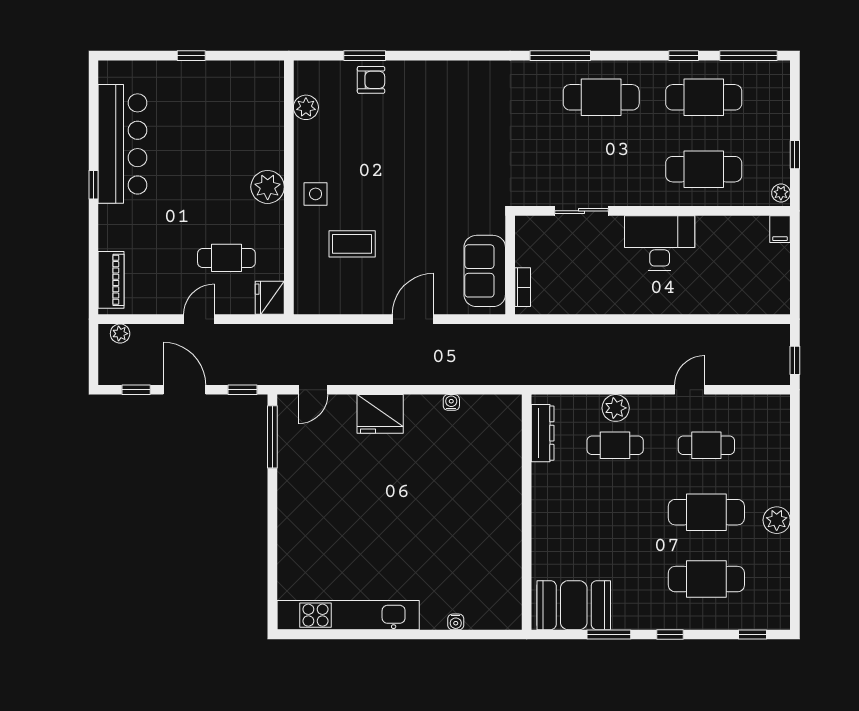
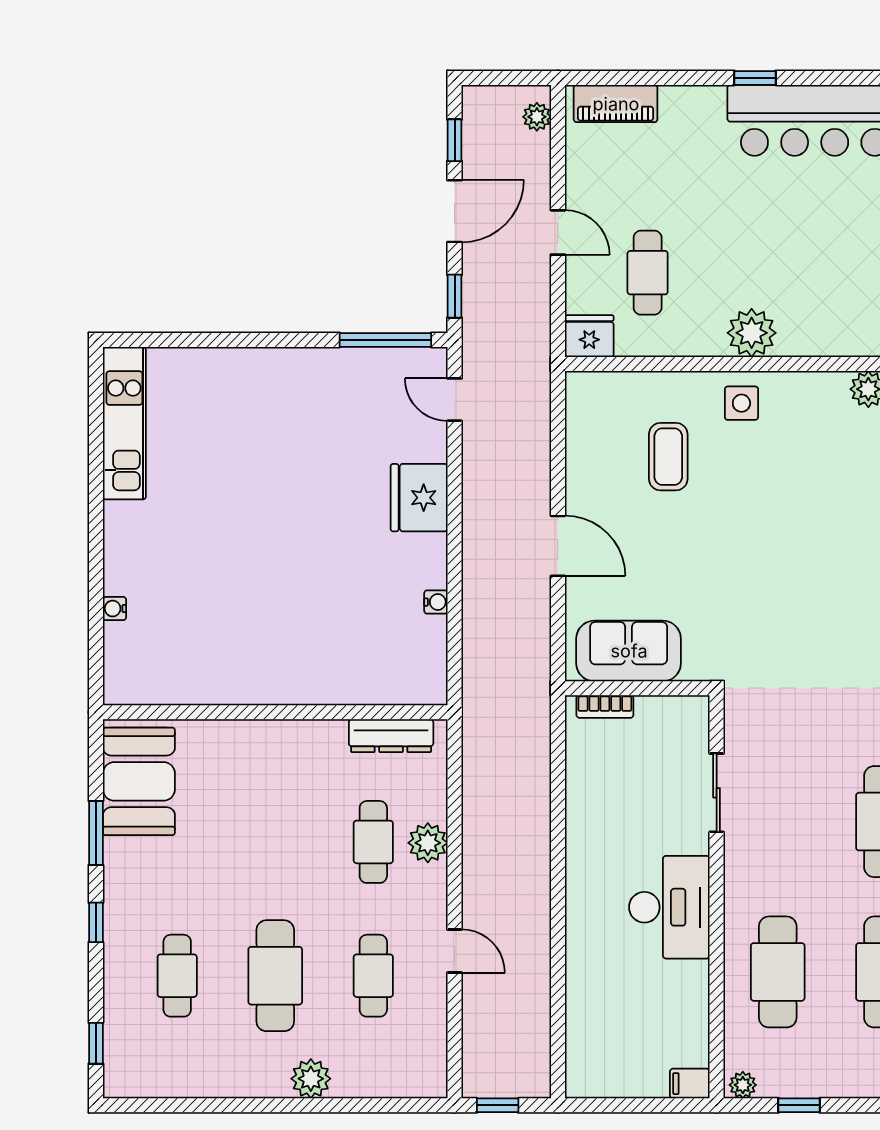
plant: (777, 520) -> (311, 1079), moved
cafe table: (706, 579) -> (177, 976), width x0.73, depth x0.74
kitchen unit: (348, 615) -> (124, 423), width x0.73

